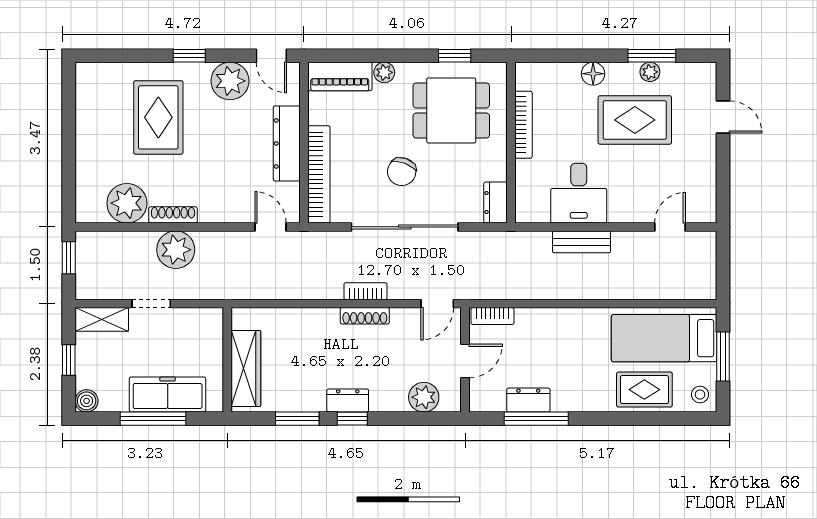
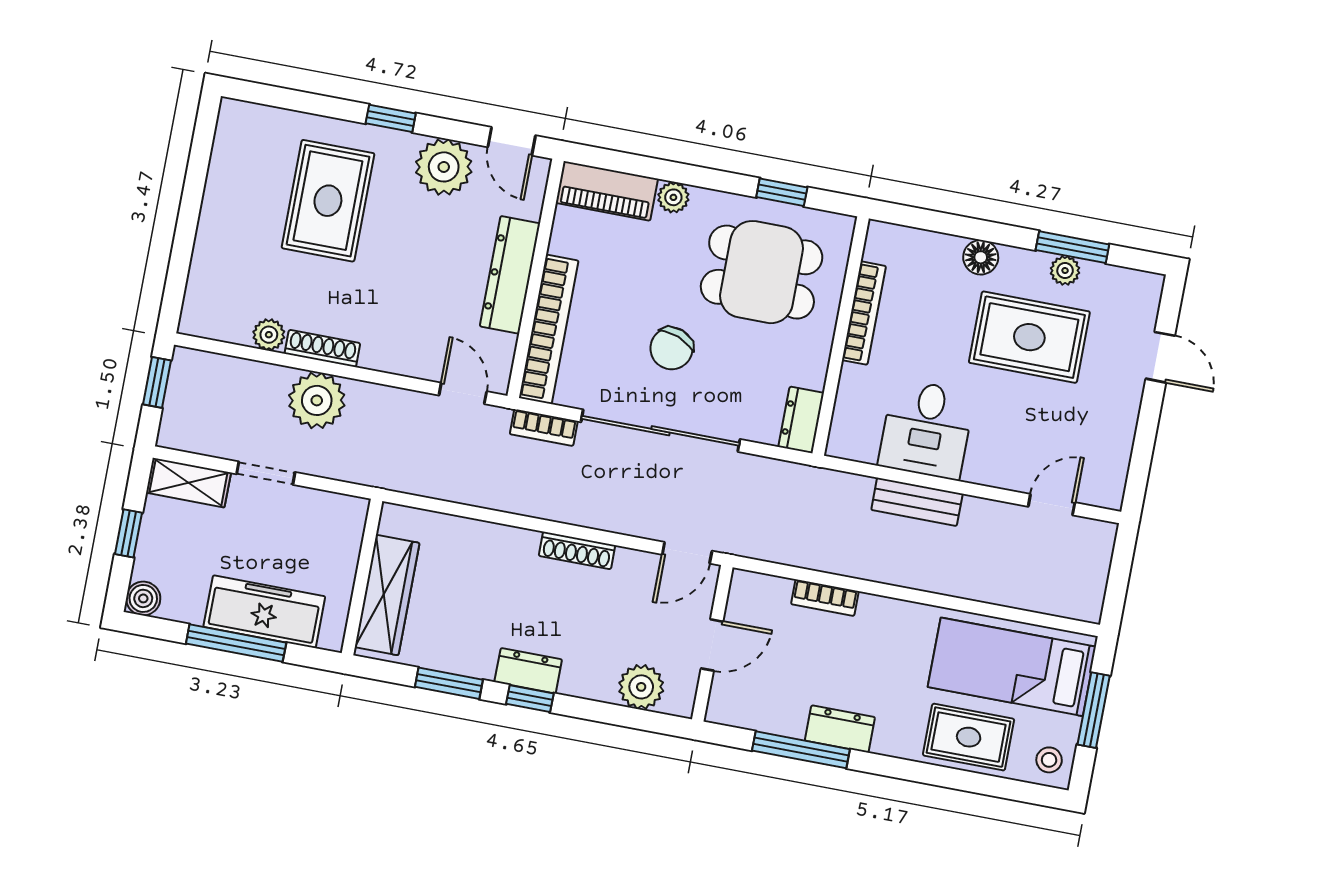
plant: (127, 203) -> (269, 335), width x0.53, depth x0.53
bookcase: (365, 291) -> (544, 428), moved, turned 180
bookcase: (492, 316) -> (825, 598), moved
dresser: (528, 400) -> (840, 729), moved

